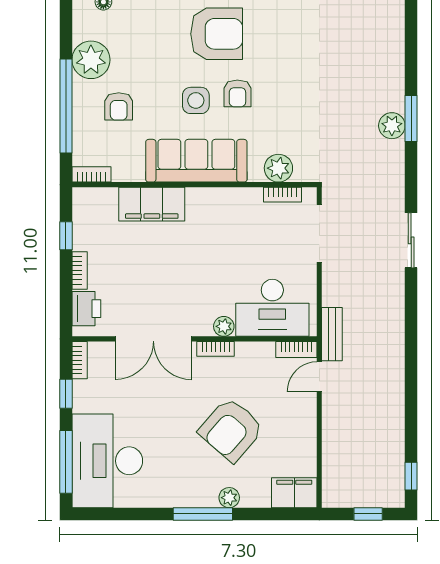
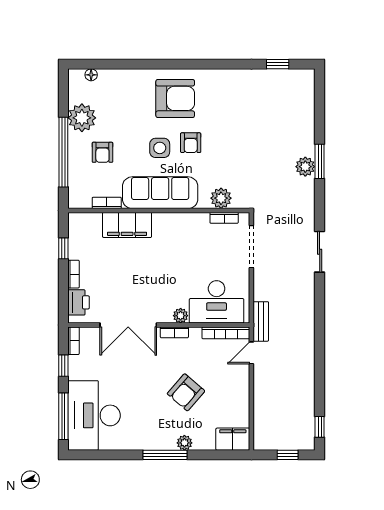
bookcase: (91, 174) -> (107, 203), moved
bookcase: (296, 350) -> (226, 333), width x1.56
armchair: (231, 430) -> (186, 392), width x0.73, depth x0.73

